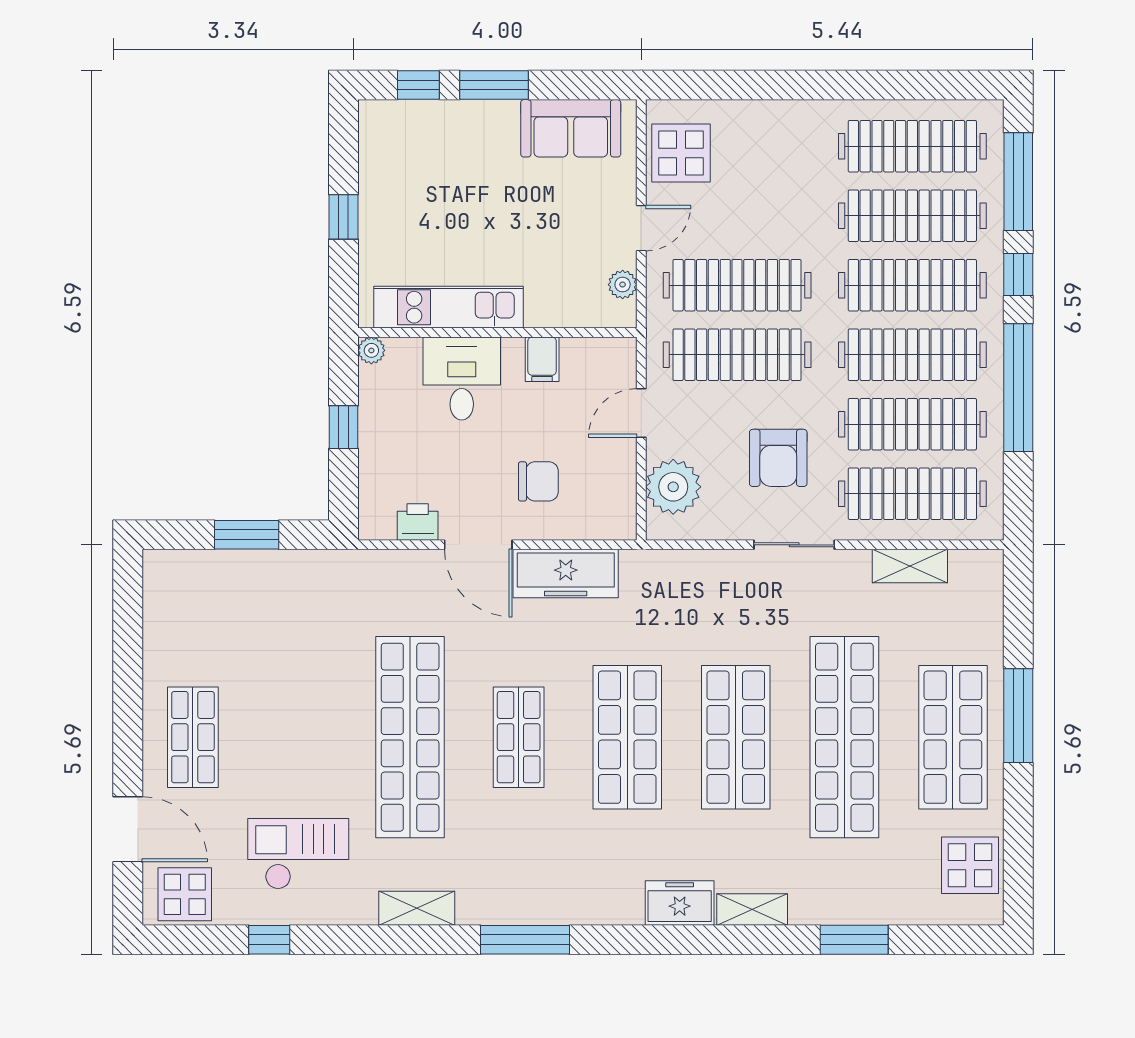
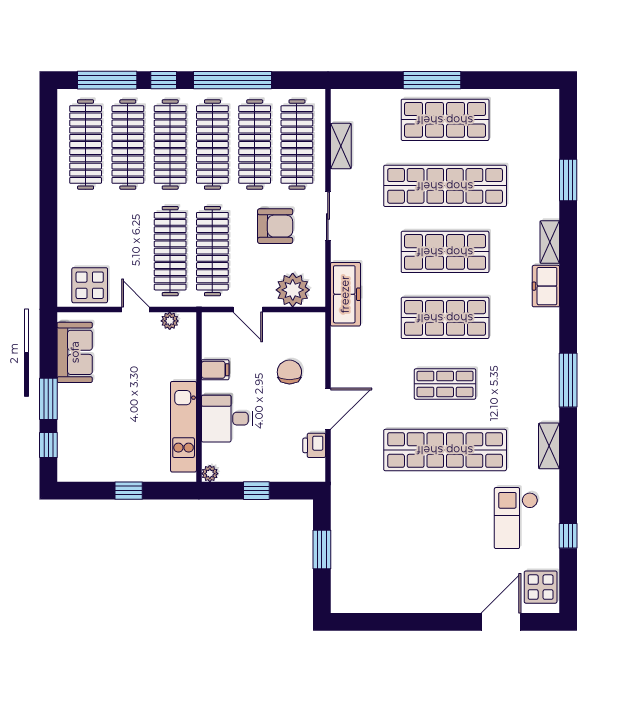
freezer: (566, 573) -> (345, 294), moved
shop shelf: (193, 737) -> (445, 582), removed
display table: (970, 865) -> (523, 109), removed

